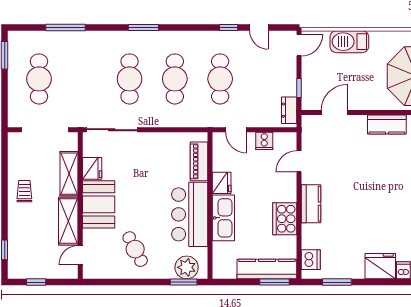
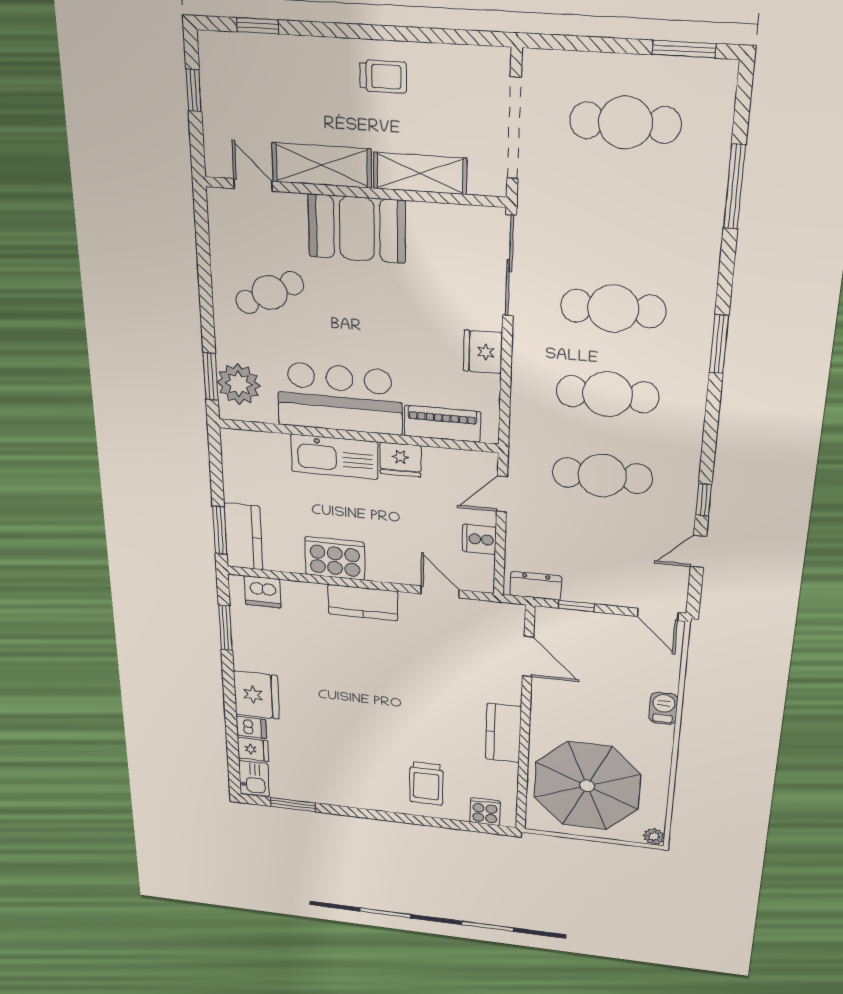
barbecue: (349, 42) -> (663, 708), width x0.53, depth x0.65
fridge: (92, 168) -> (483, 352), moved, turned 90
kitchen counter: (267, 269) -> (243, 537), width x0.67

